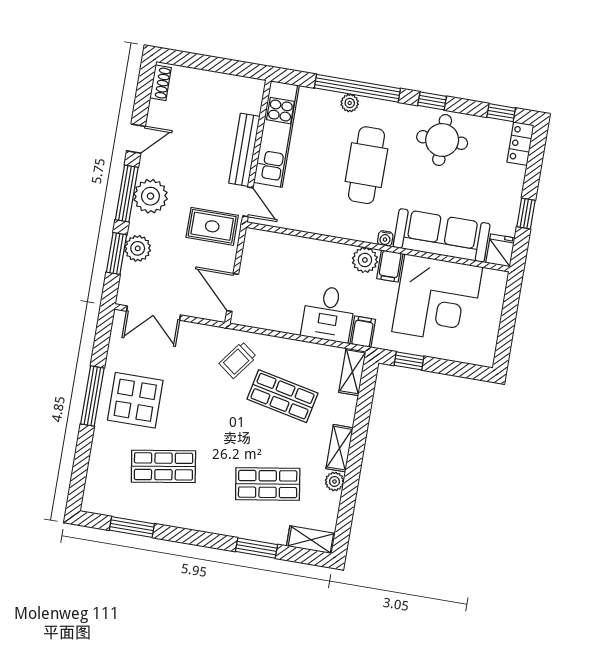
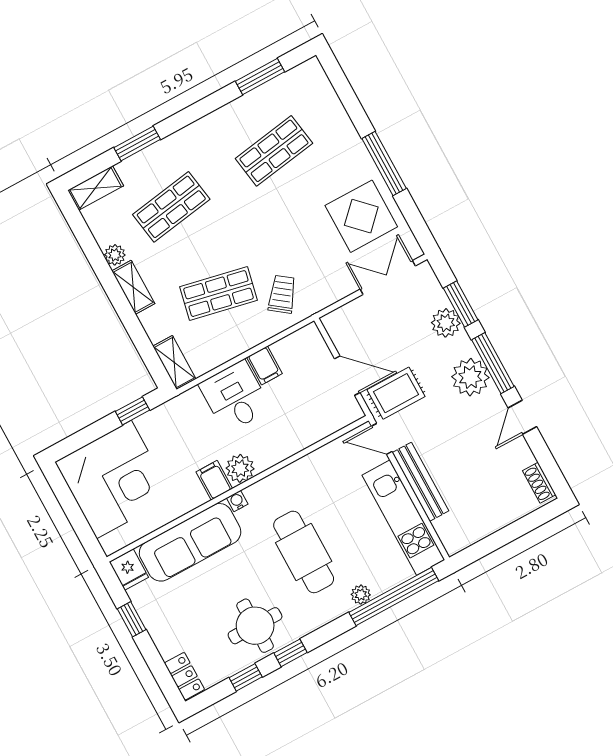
window: (357, 88) -> (394, 597), moved
window: (501, 113) -> (246, 677), moved
door: (233, 292) -> (347, 376), moved
corner desk: (437, 299) -> (114, 479), moved, turned 180
filing cabinet: (363, 332) -> (264, 366), moved
display table: (135, 400) -> (361, 216), moved

